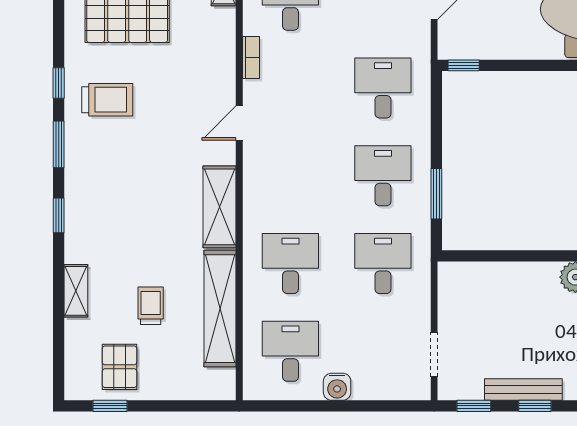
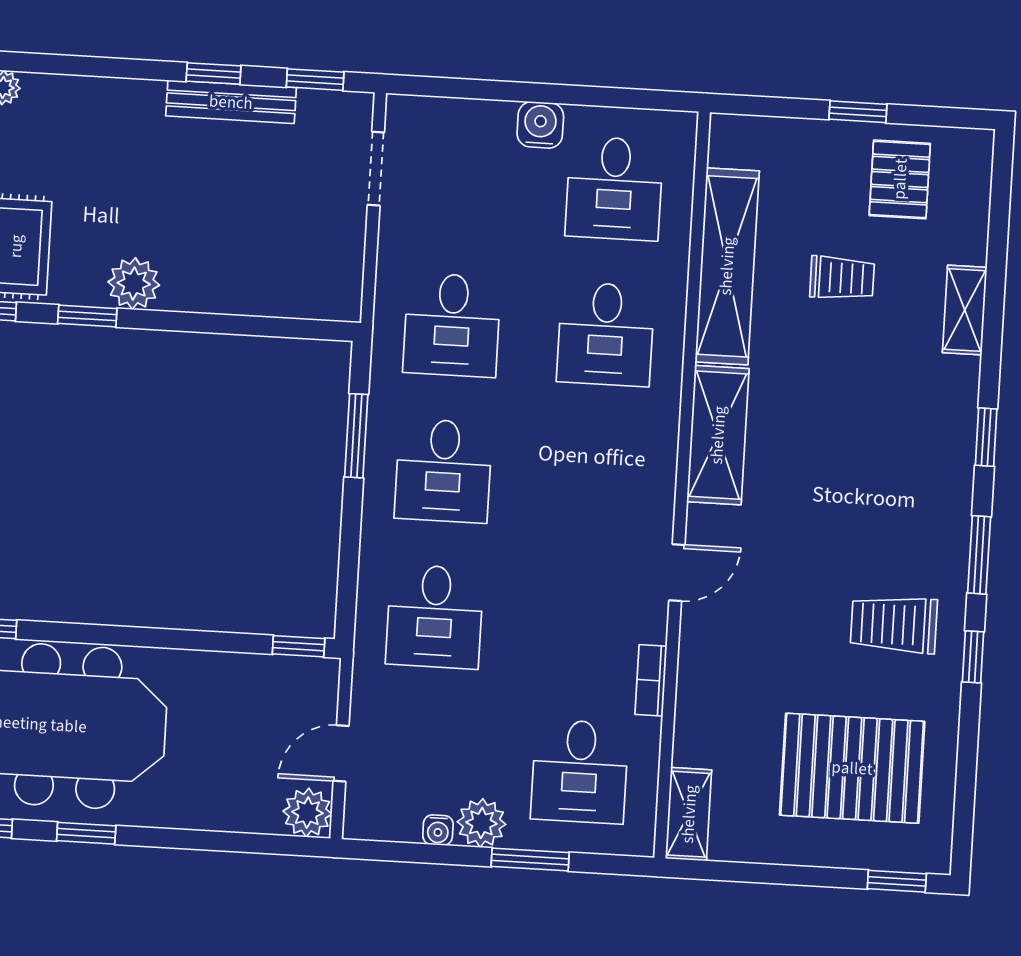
trolley: (151, 306) -> (842, 278), turned -90
window: (110, 406) -> (858, 112), moved

